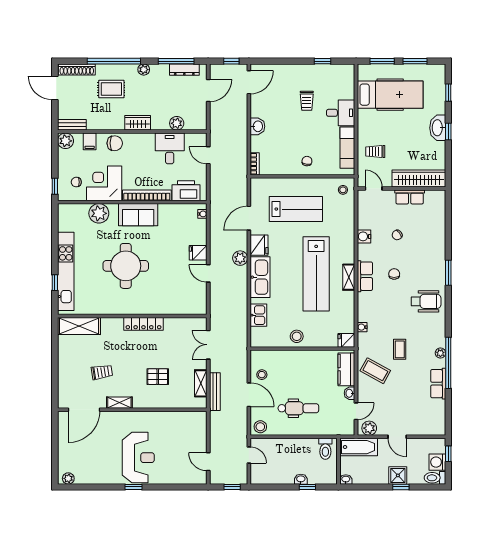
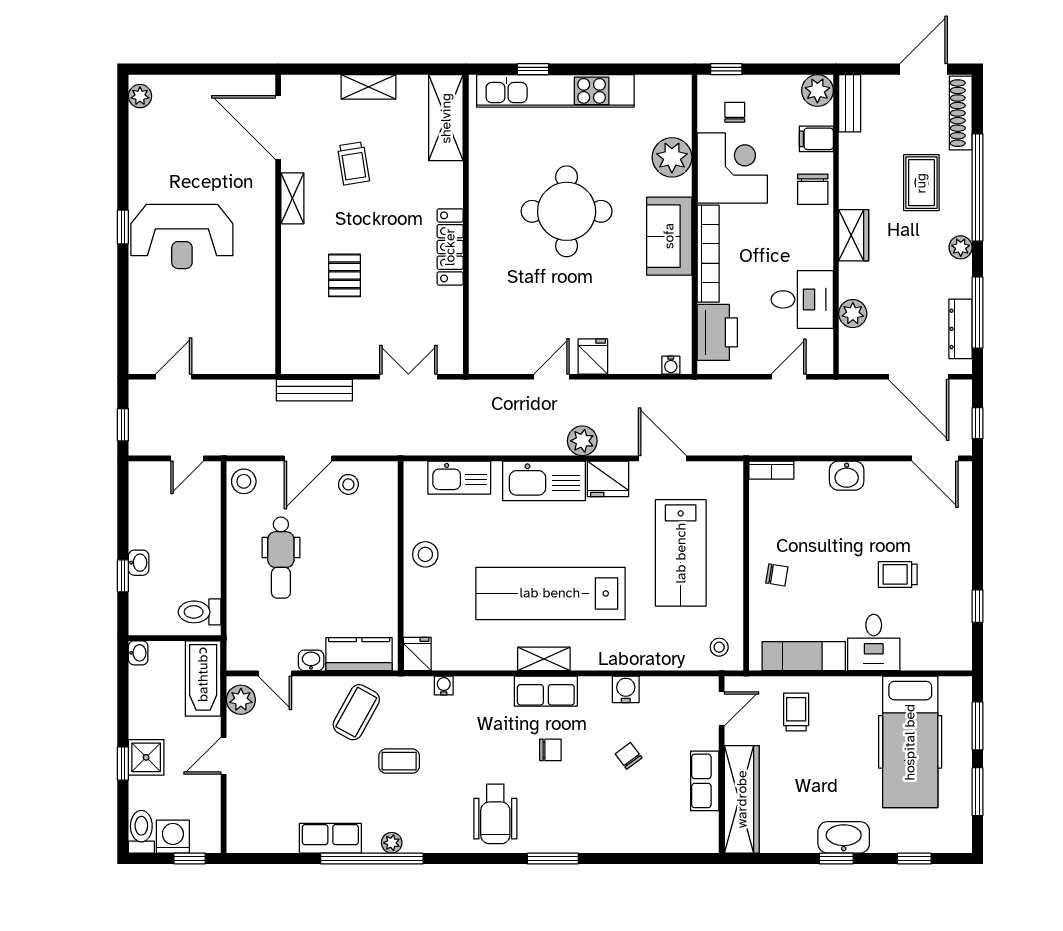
door: (208, 91) -> (918, 377), width x1.36
kitchen sink: (258, 315) -> (459, 478), width x1.38
shelving: (201, 383) -> (369, 87), moved

